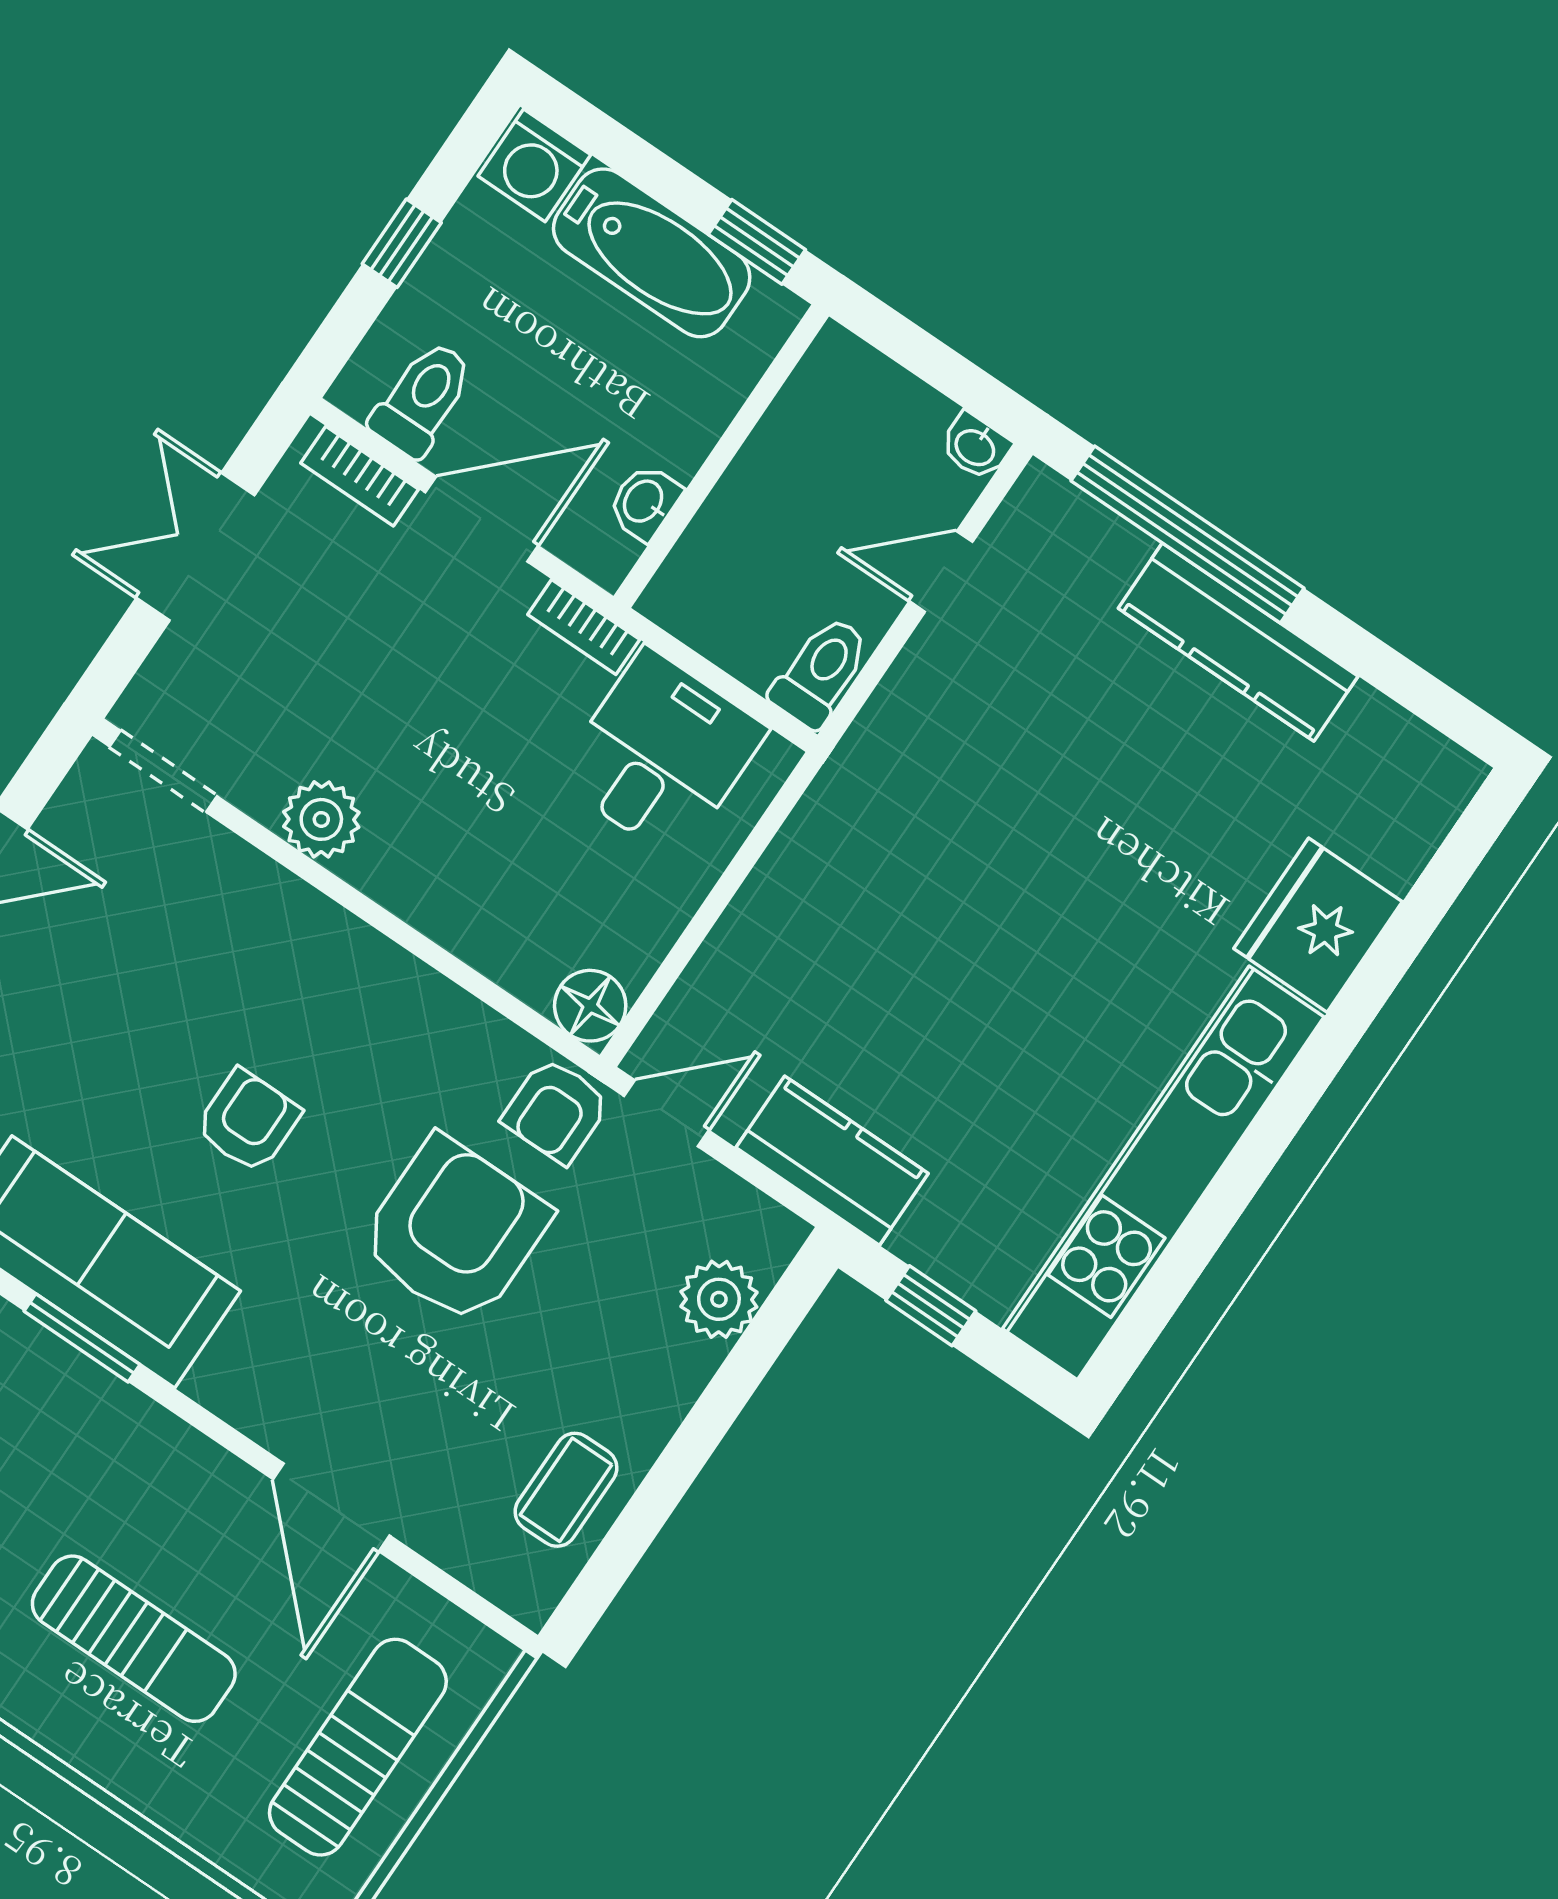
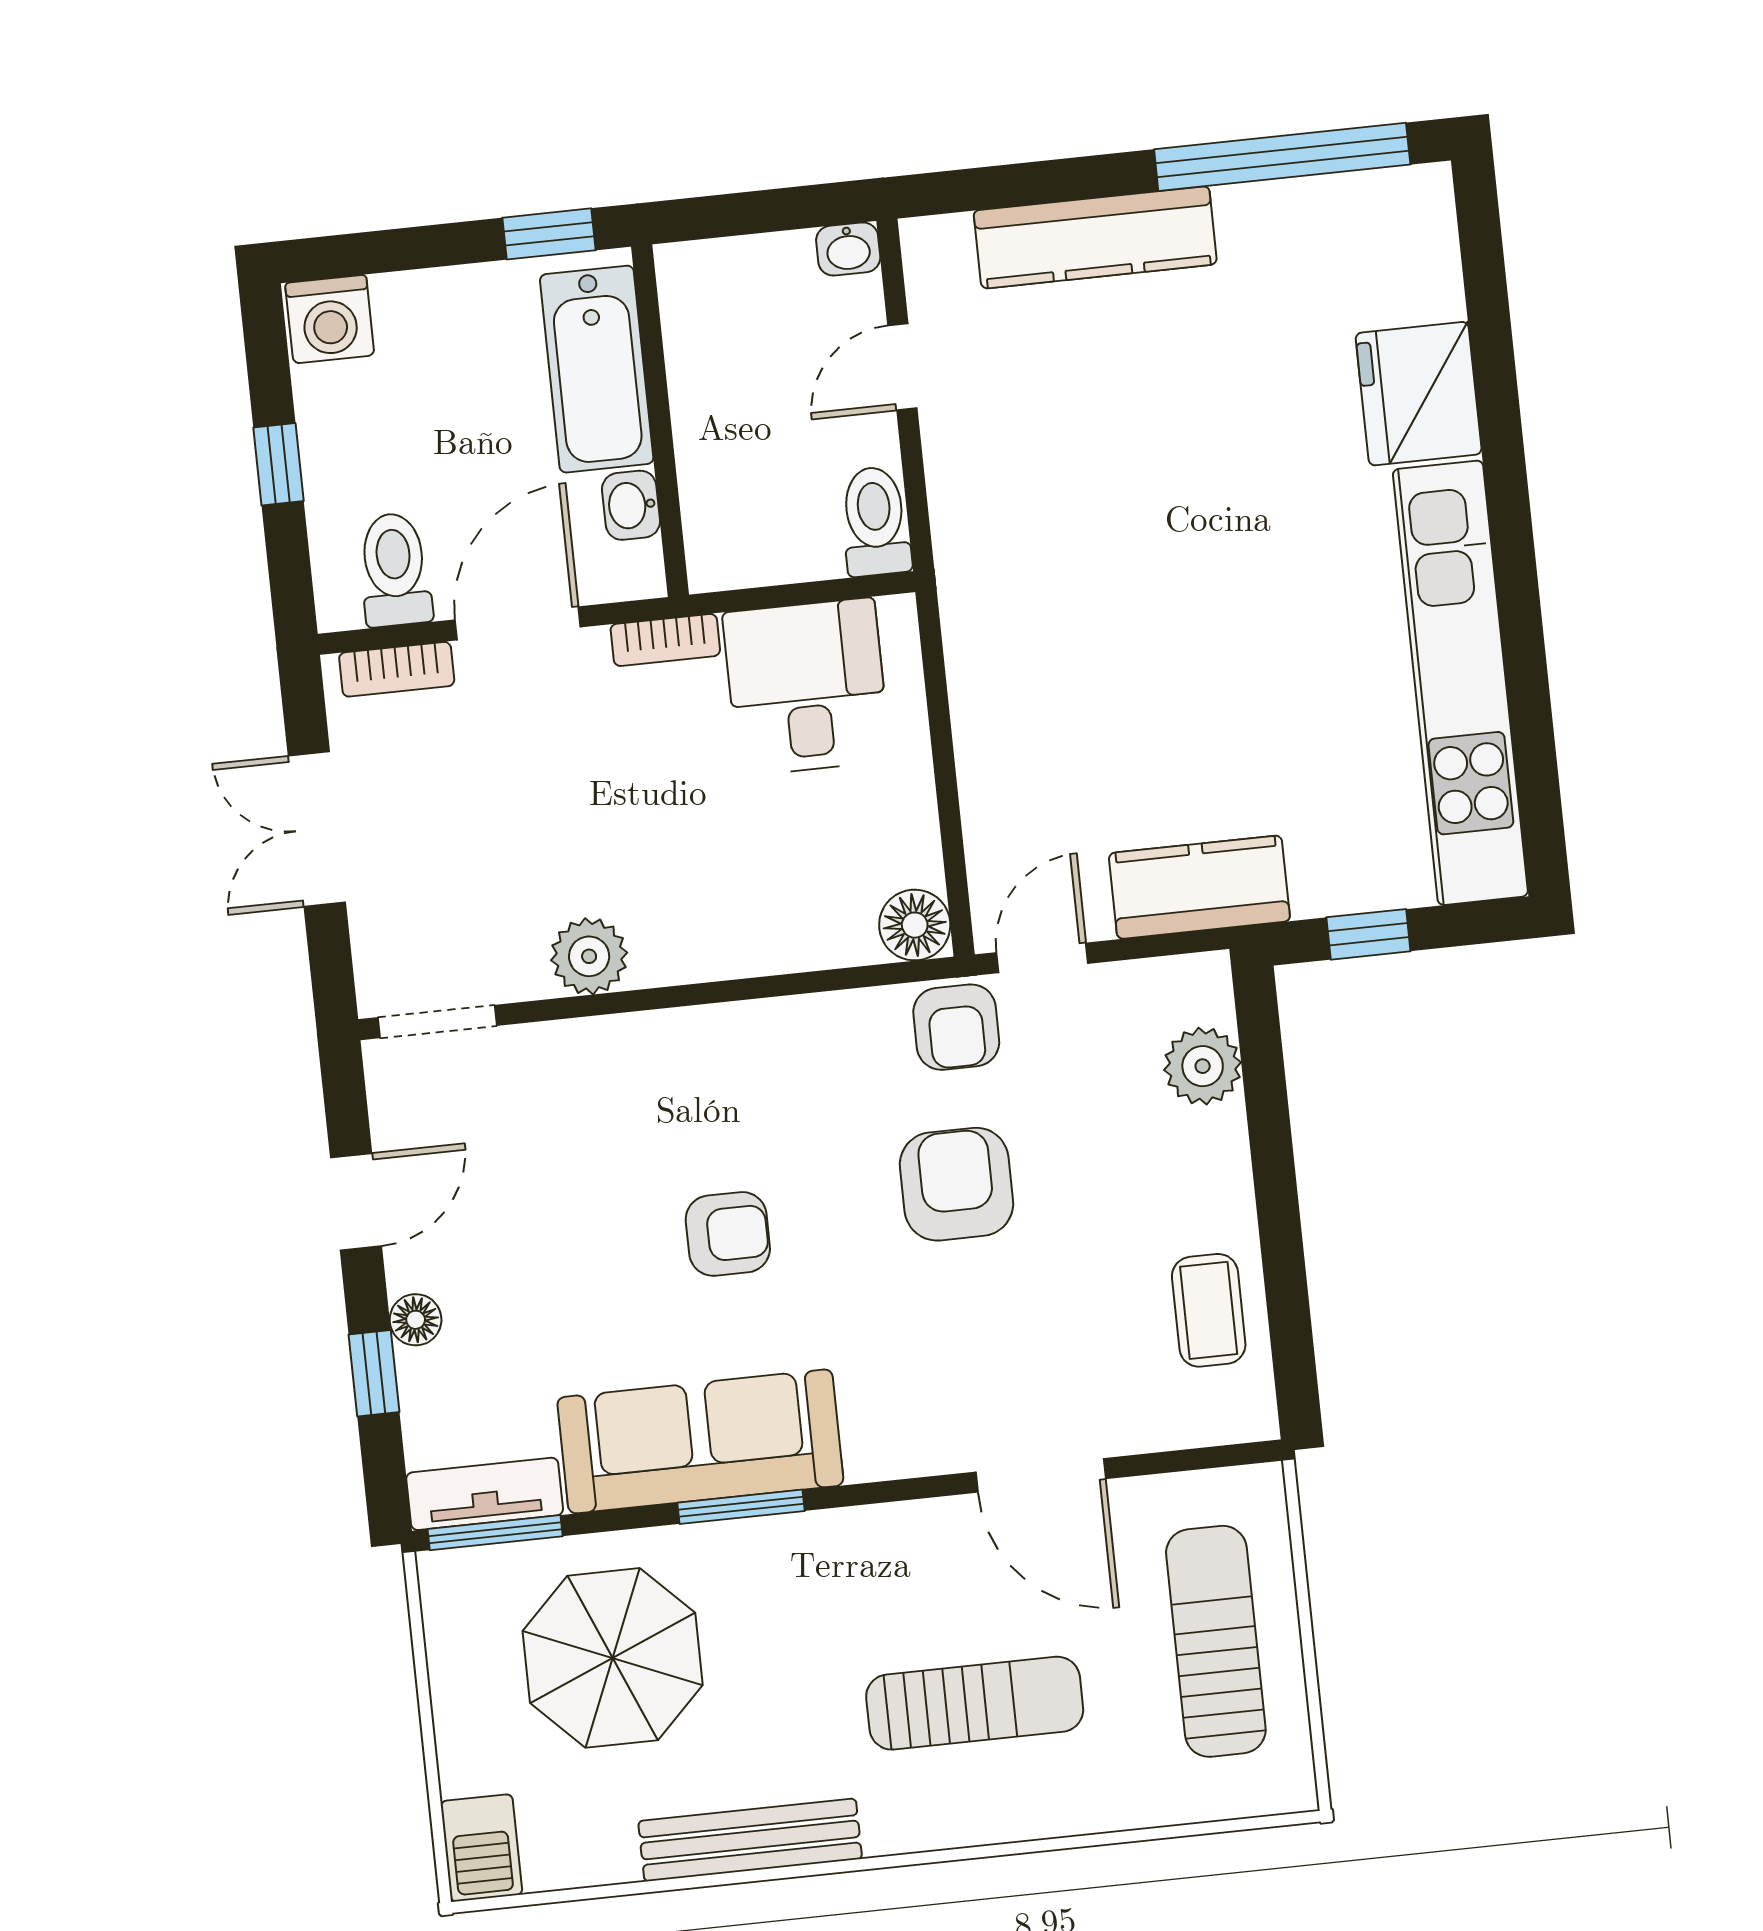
bathtub: (652, 253) -> (597, 369), moved, turned 90
window: (1187, 535) -> (1282, 157), moved
kitchen counter: (1238, 642) -> (1095, 237), moved
armchair: (248, 1121) -> (728, 1234), turned 90
armchair: (455, 1231) -> (956, 1184), width x0.73, depth x0.73

